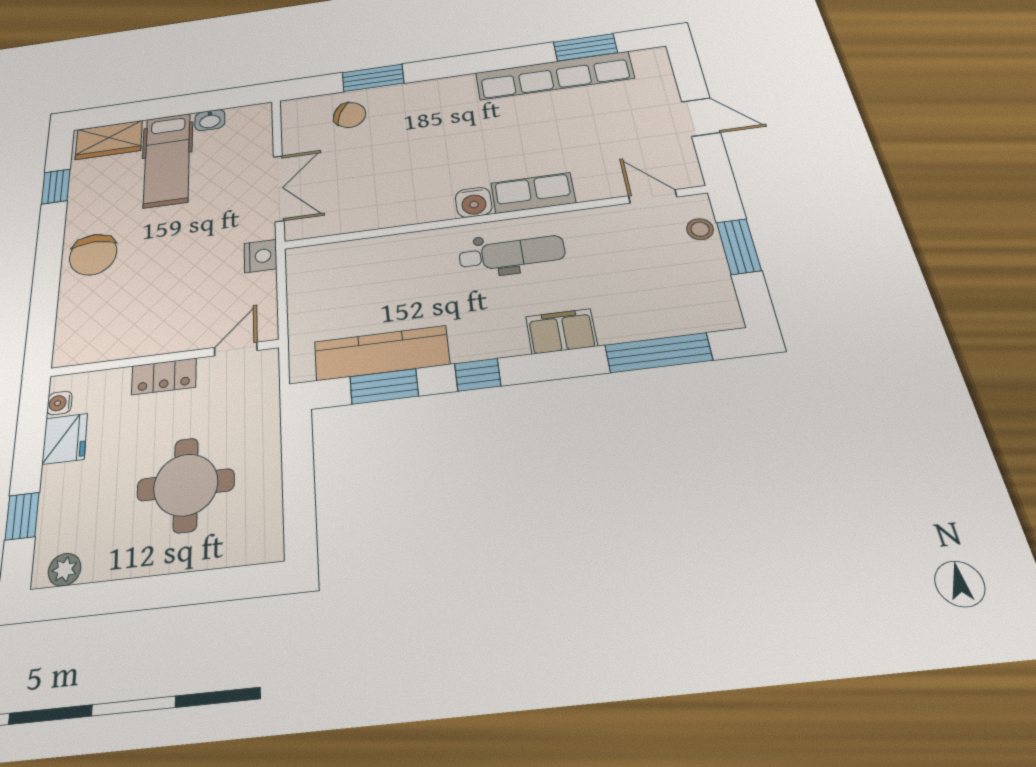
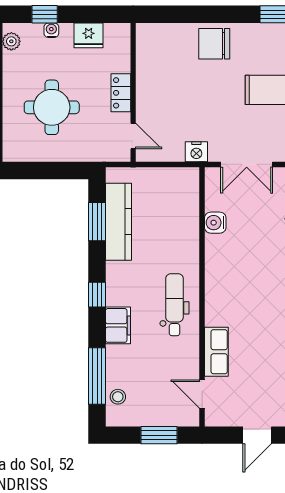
row of seats: (533, 193) -> (216, 352), moved
door: (653, 196) -> (202, 394), swing flipped
water cooler: (474, 202) -> (215, 223), moved
stool: (700, 229) -> (118, 397), moved
dental chair: (512, 253) -> (175, 305), turned 180
window: (478, 375) -> (97, 295), moved
water cooler: (60, 403) -> (51, 30), moved

